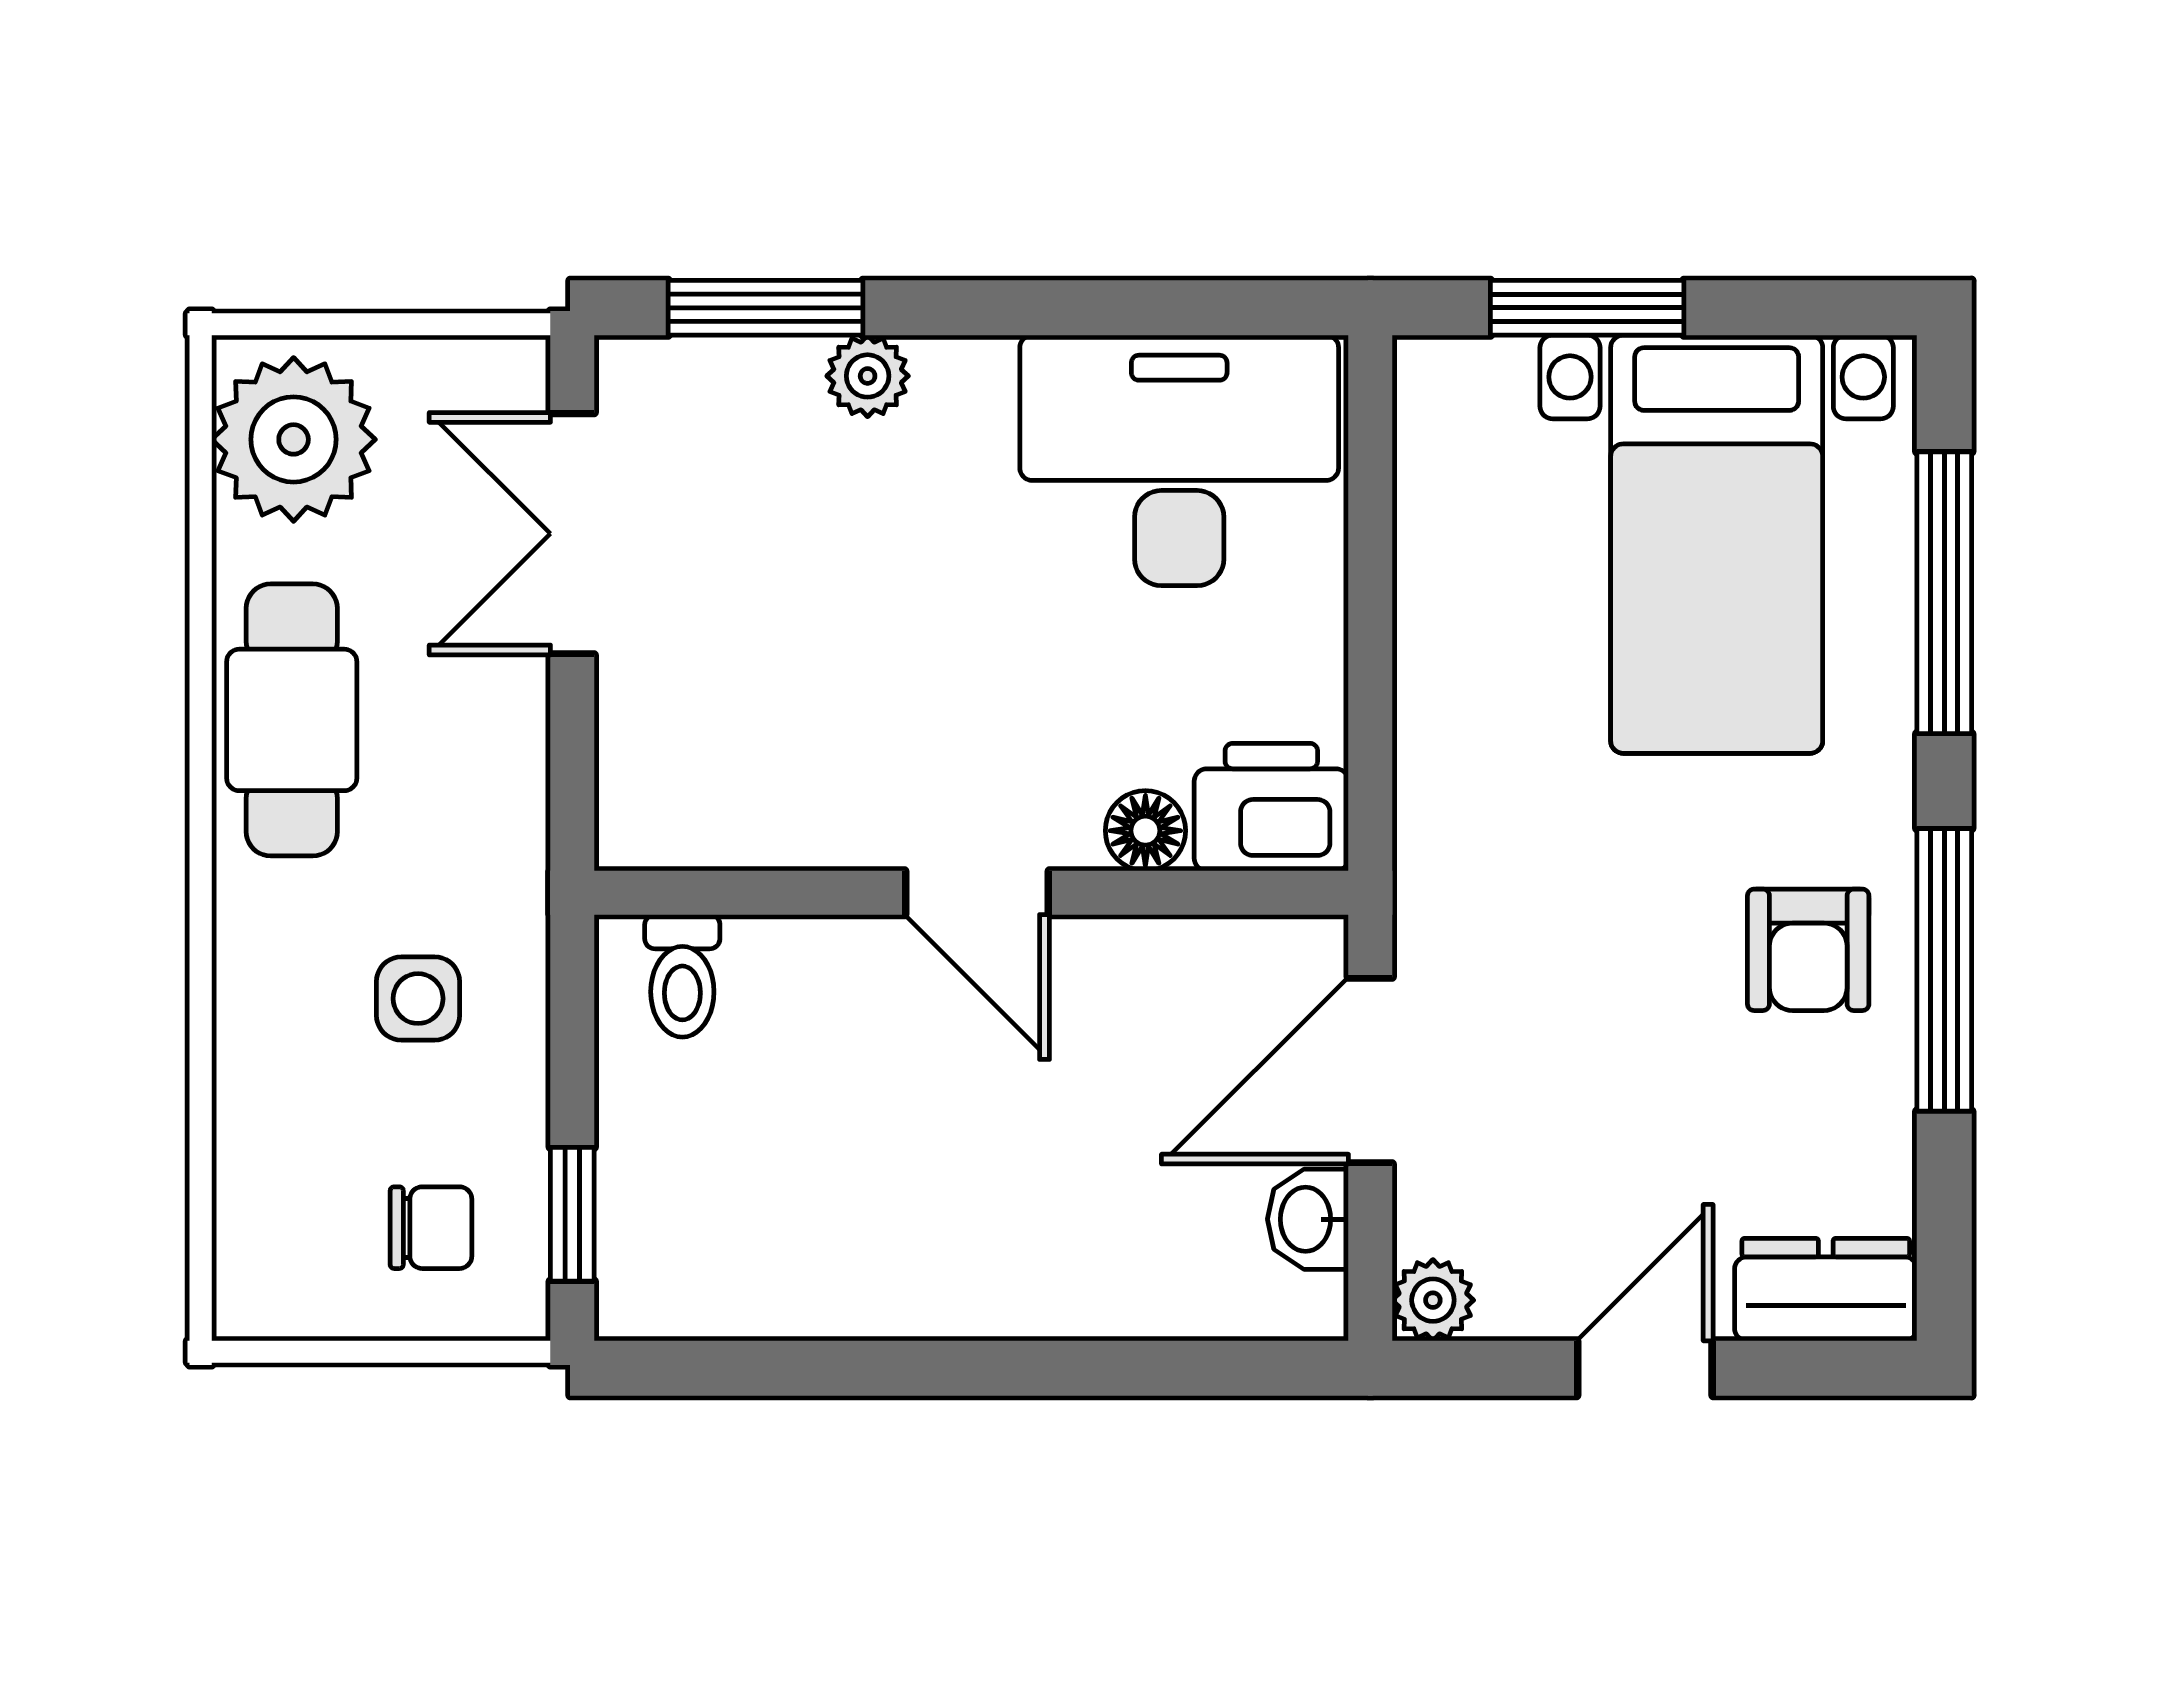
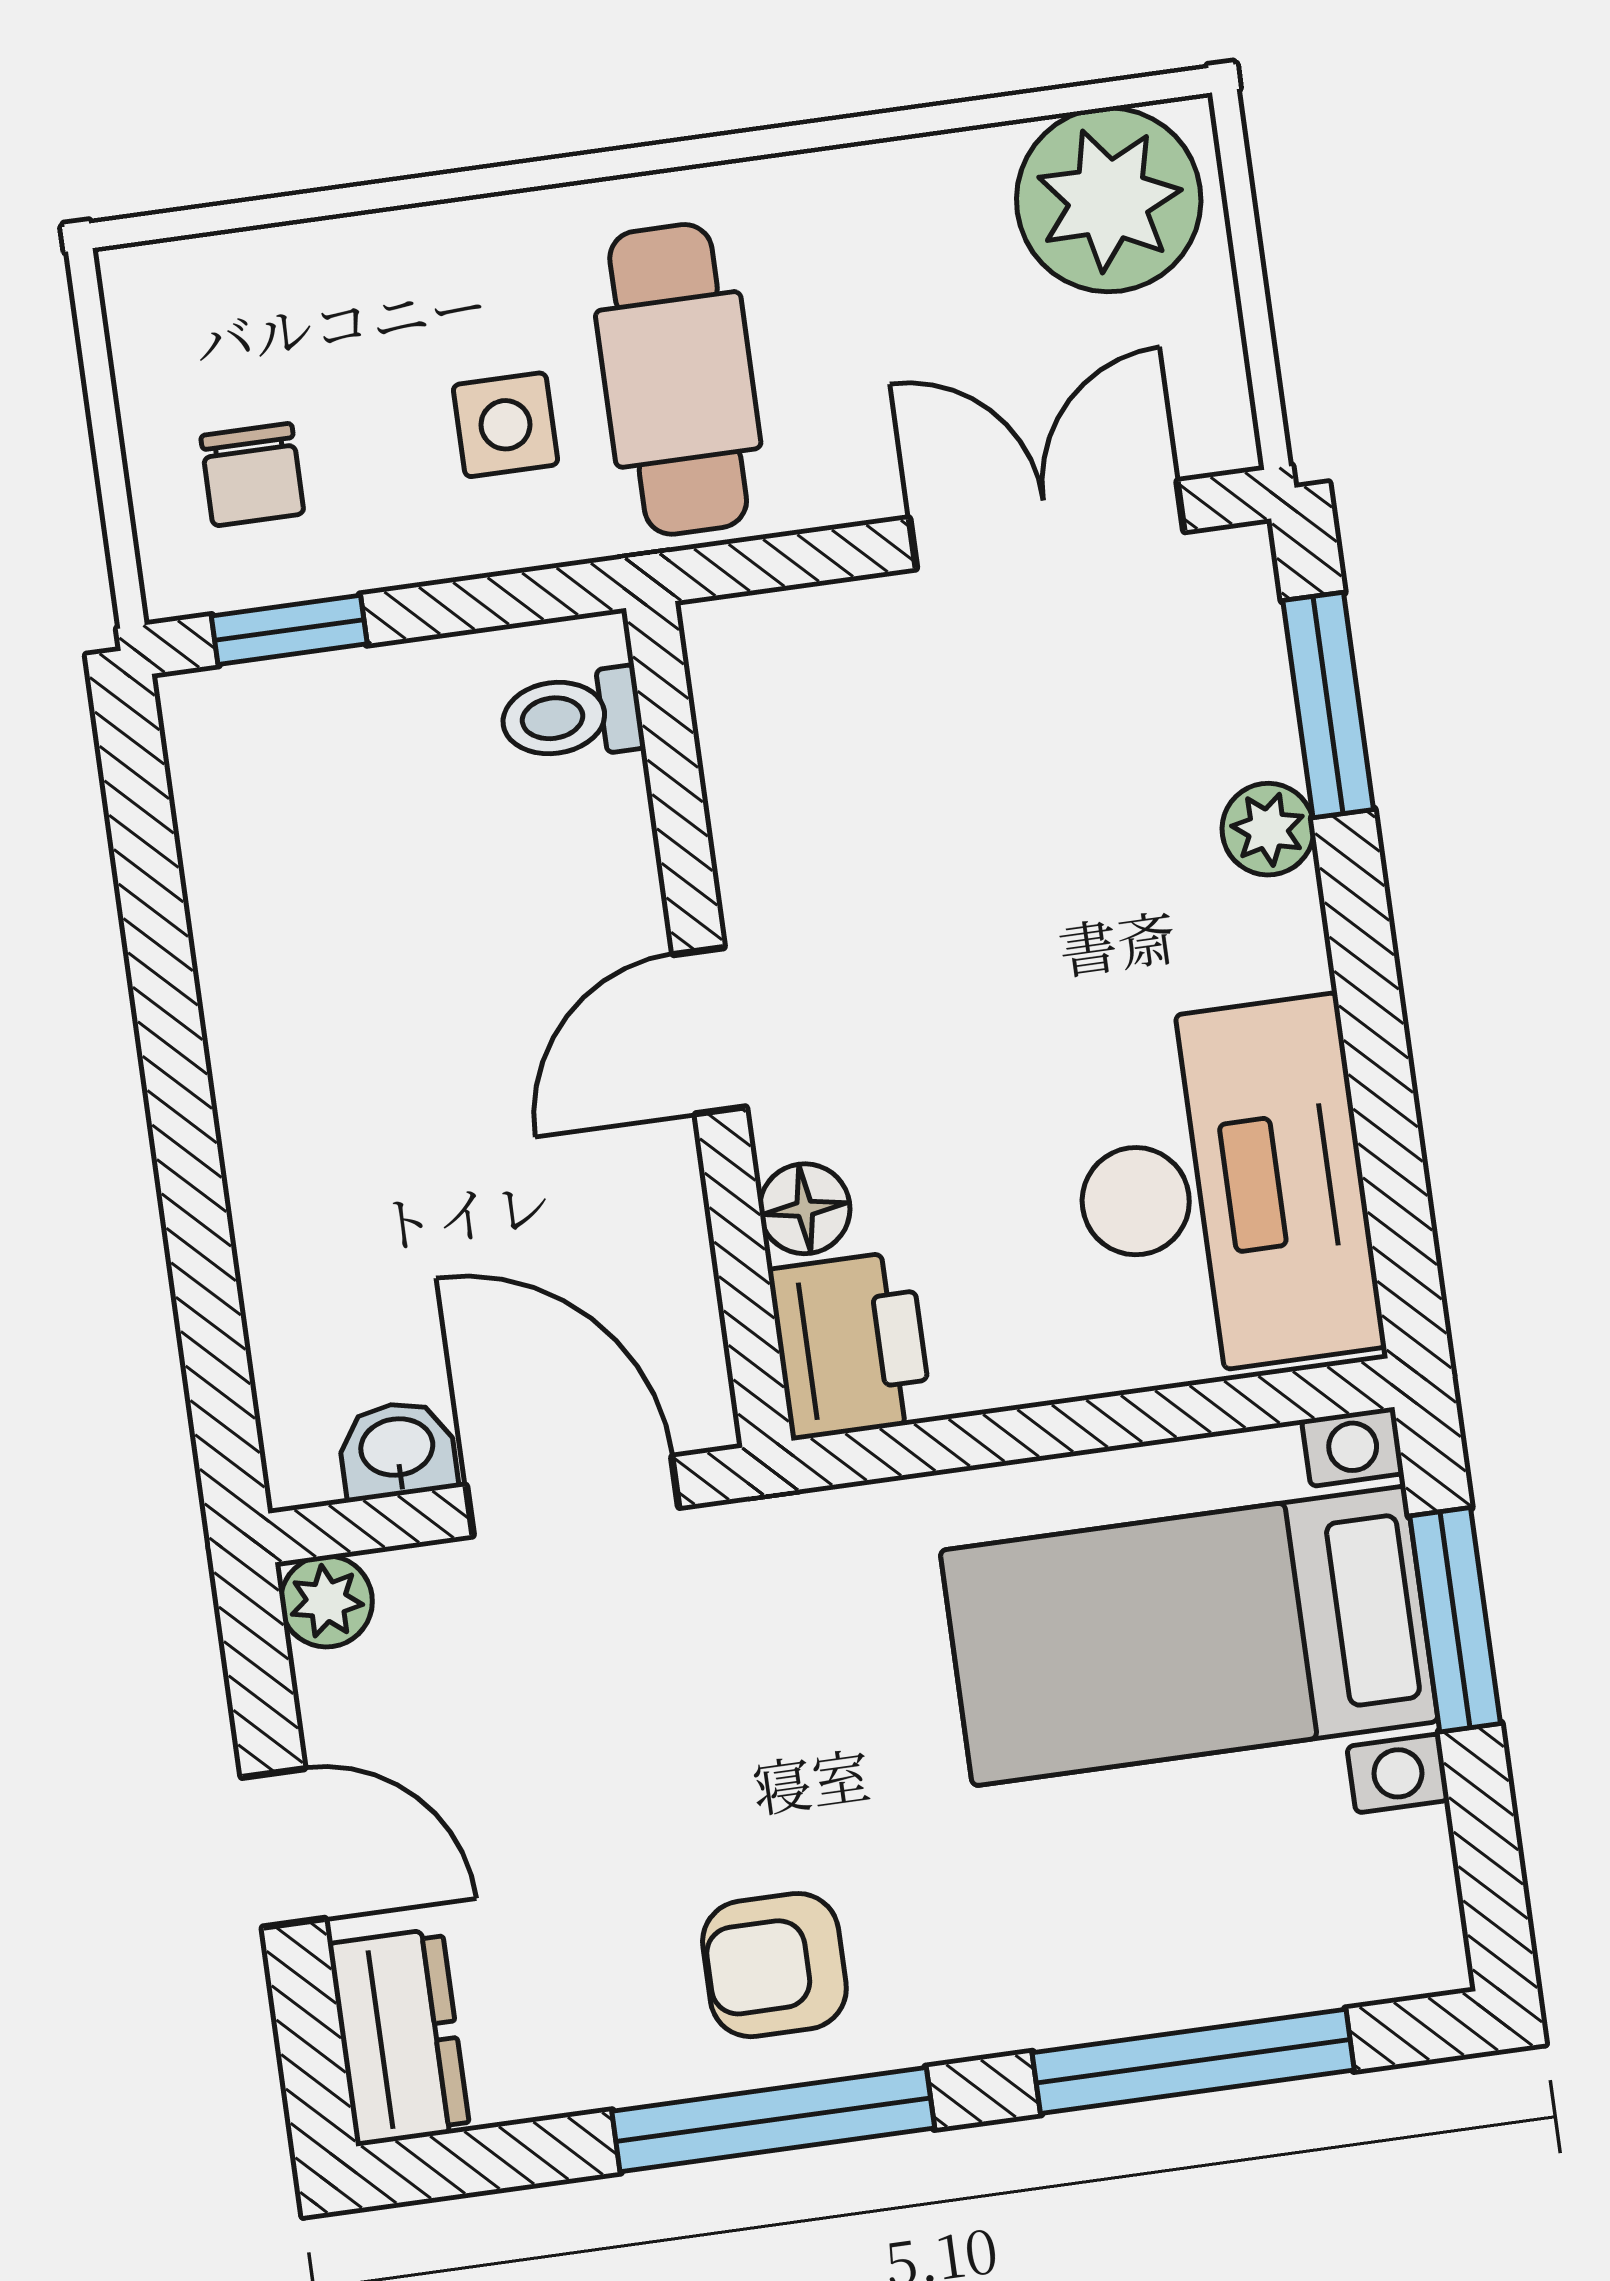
bed with nightstands: (1717, 544) -> (1189, 1636), moved
cafe table: (292, 720) -> (678, 379), moved, turned 90

